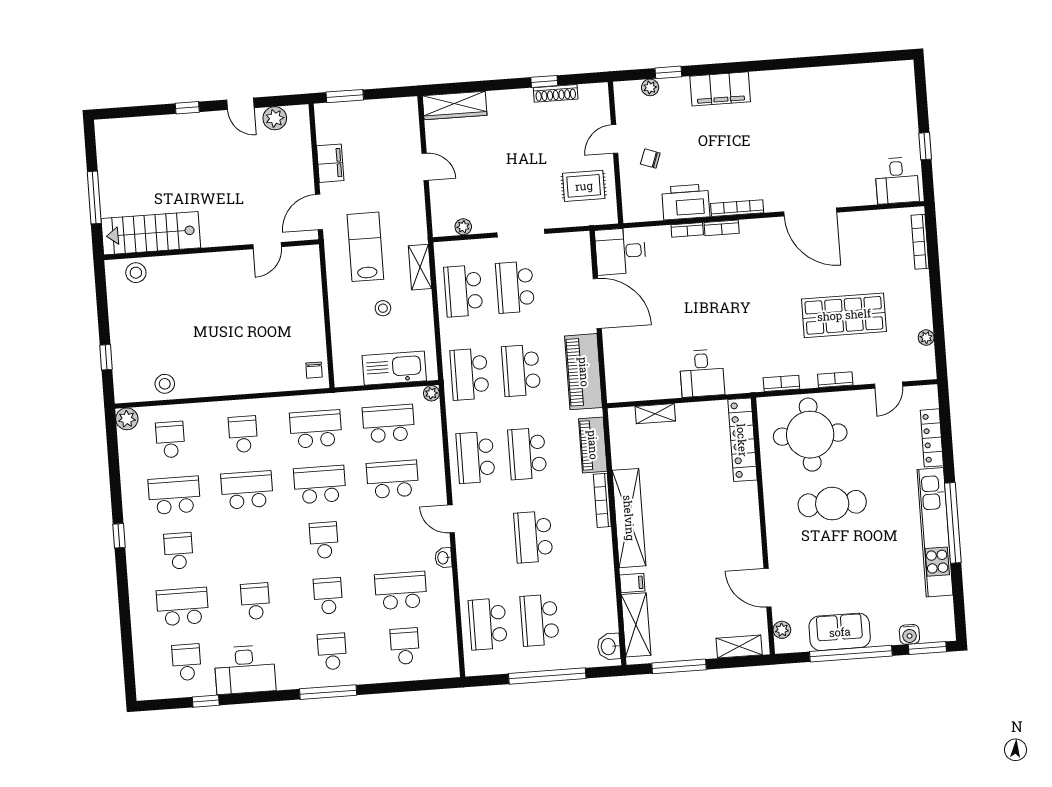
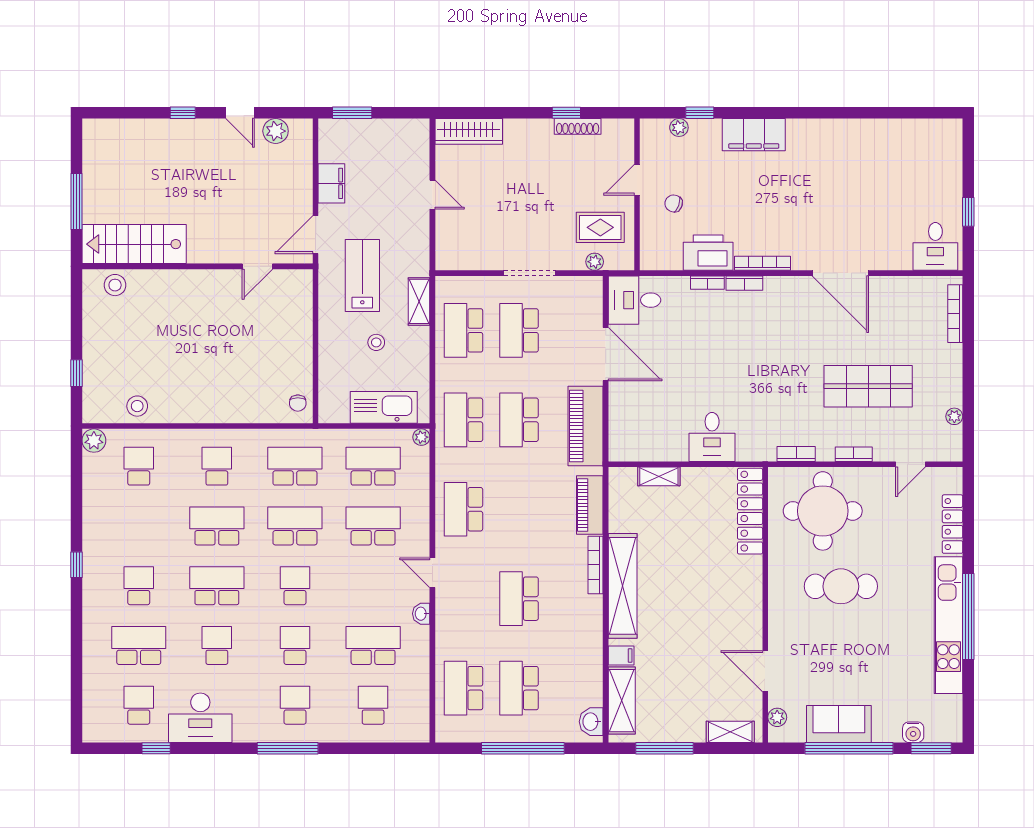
plant: (463, 227) -> (595, 262), moved
school desk: (527, 454) -> (519, 509), removed
school desk: (174, 495) -> (217, 586), moved

